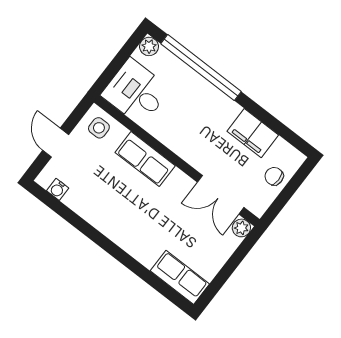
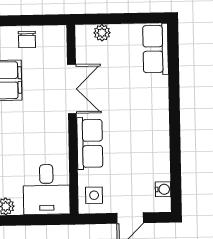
double door: (221, 195) -> (72, 89), moved
plant: (241, 228) -> (102, 33), moved

